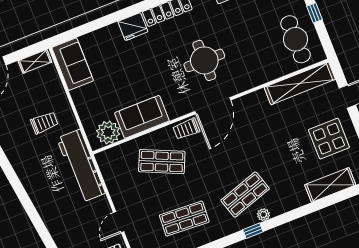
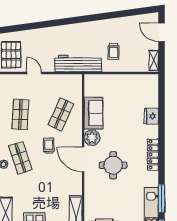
fridge: (133, 27) -> (151, 116), moved
sofa: (73, 64) -> (143, 83), removed
trolley: (186, 129) -> (49, 146), moved
plant: (108, 132) -> (92, 138), moved

